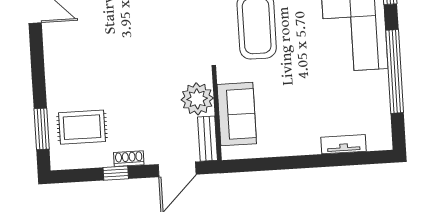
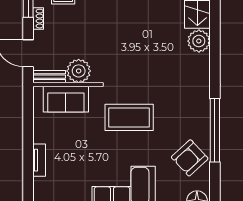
tv unit: (344, 144) -> (39, 160), moved

